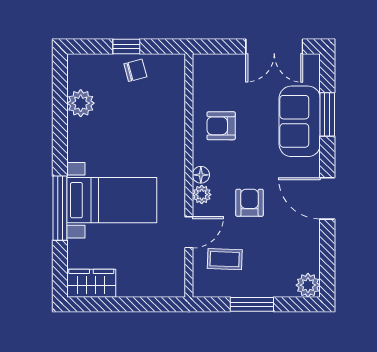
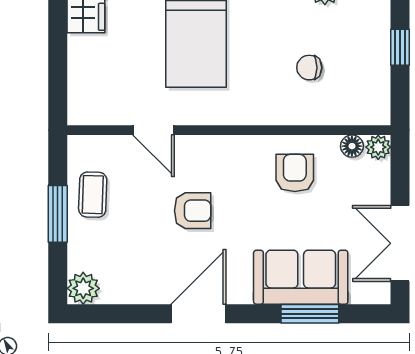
chair: (135, 70) -> (309, 68), moved, turned 105
floor lamp: (201, 175) -> (352, 146), moved
plant: (202, 195) -> (378, 147), moved
coffee table: (225, 259) -> (93, 195), moved

